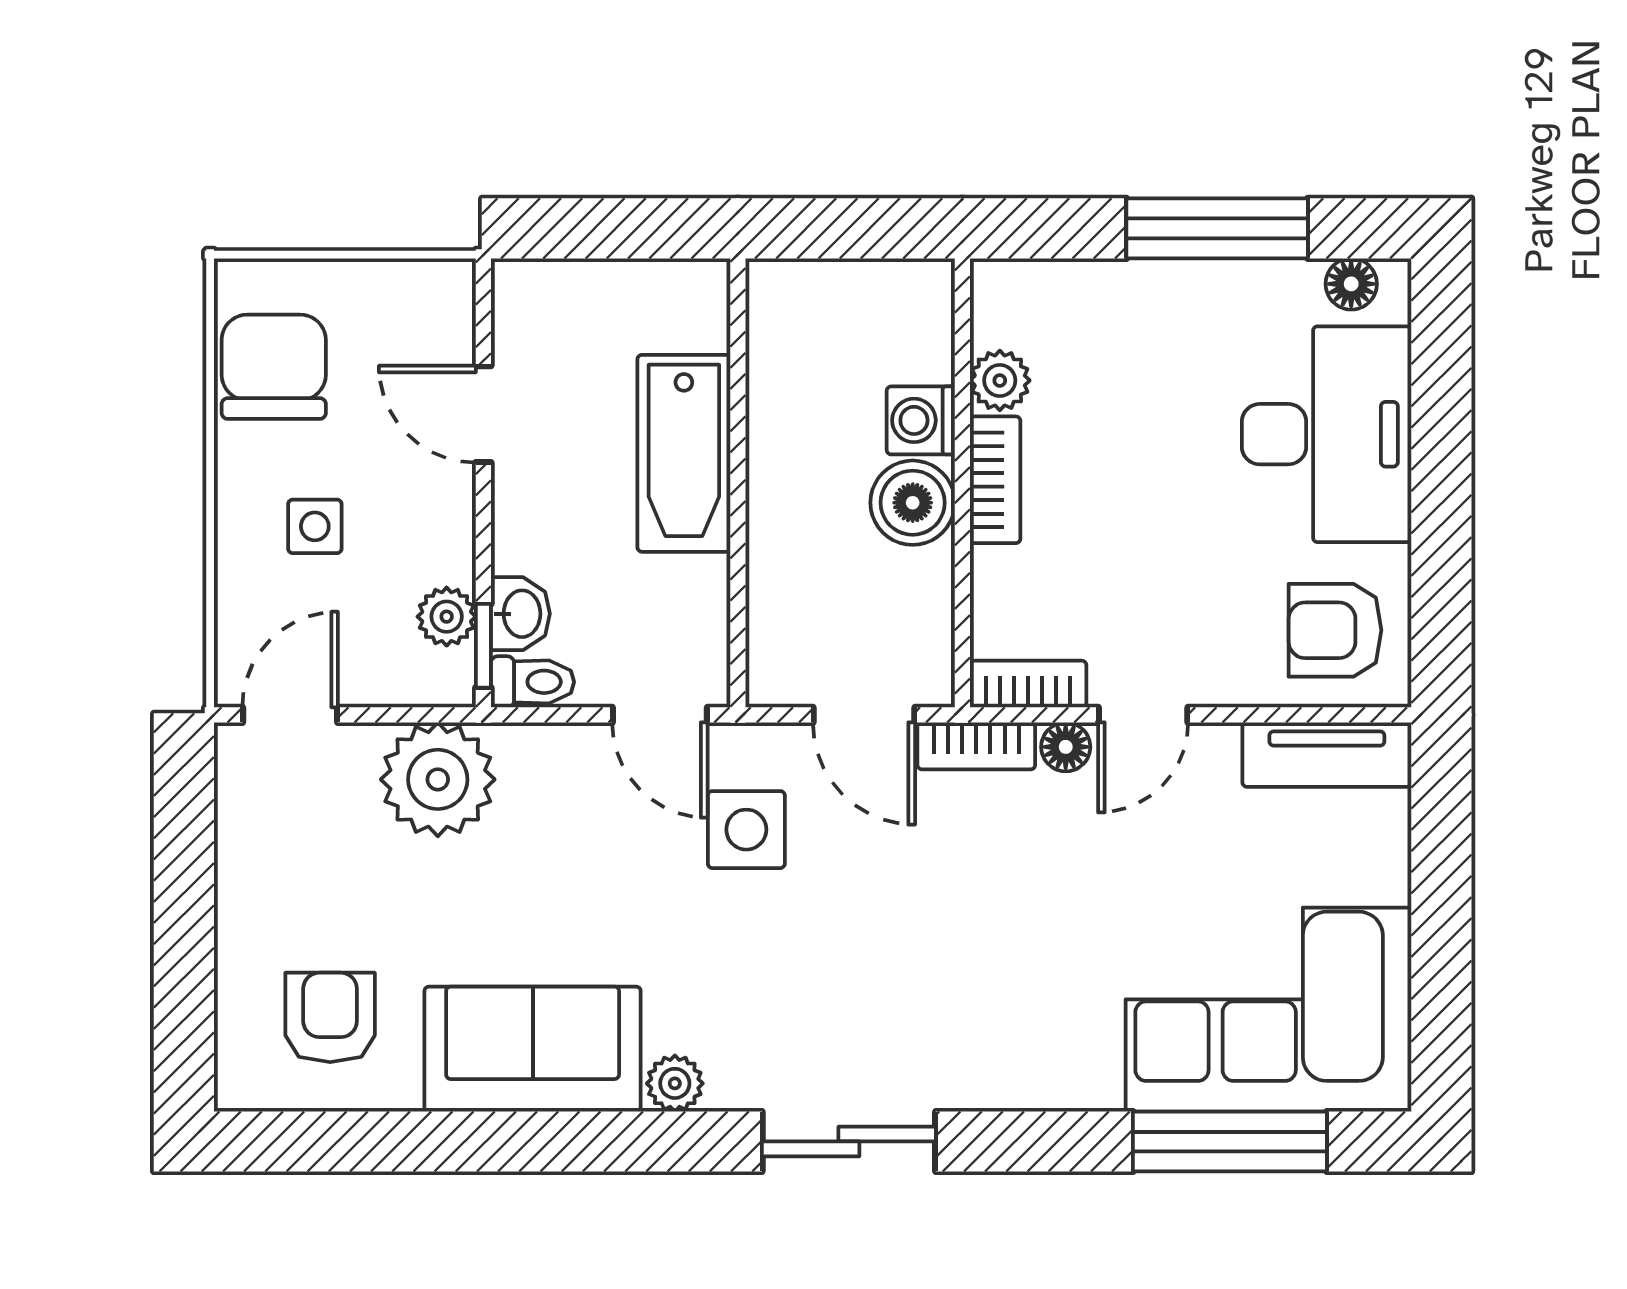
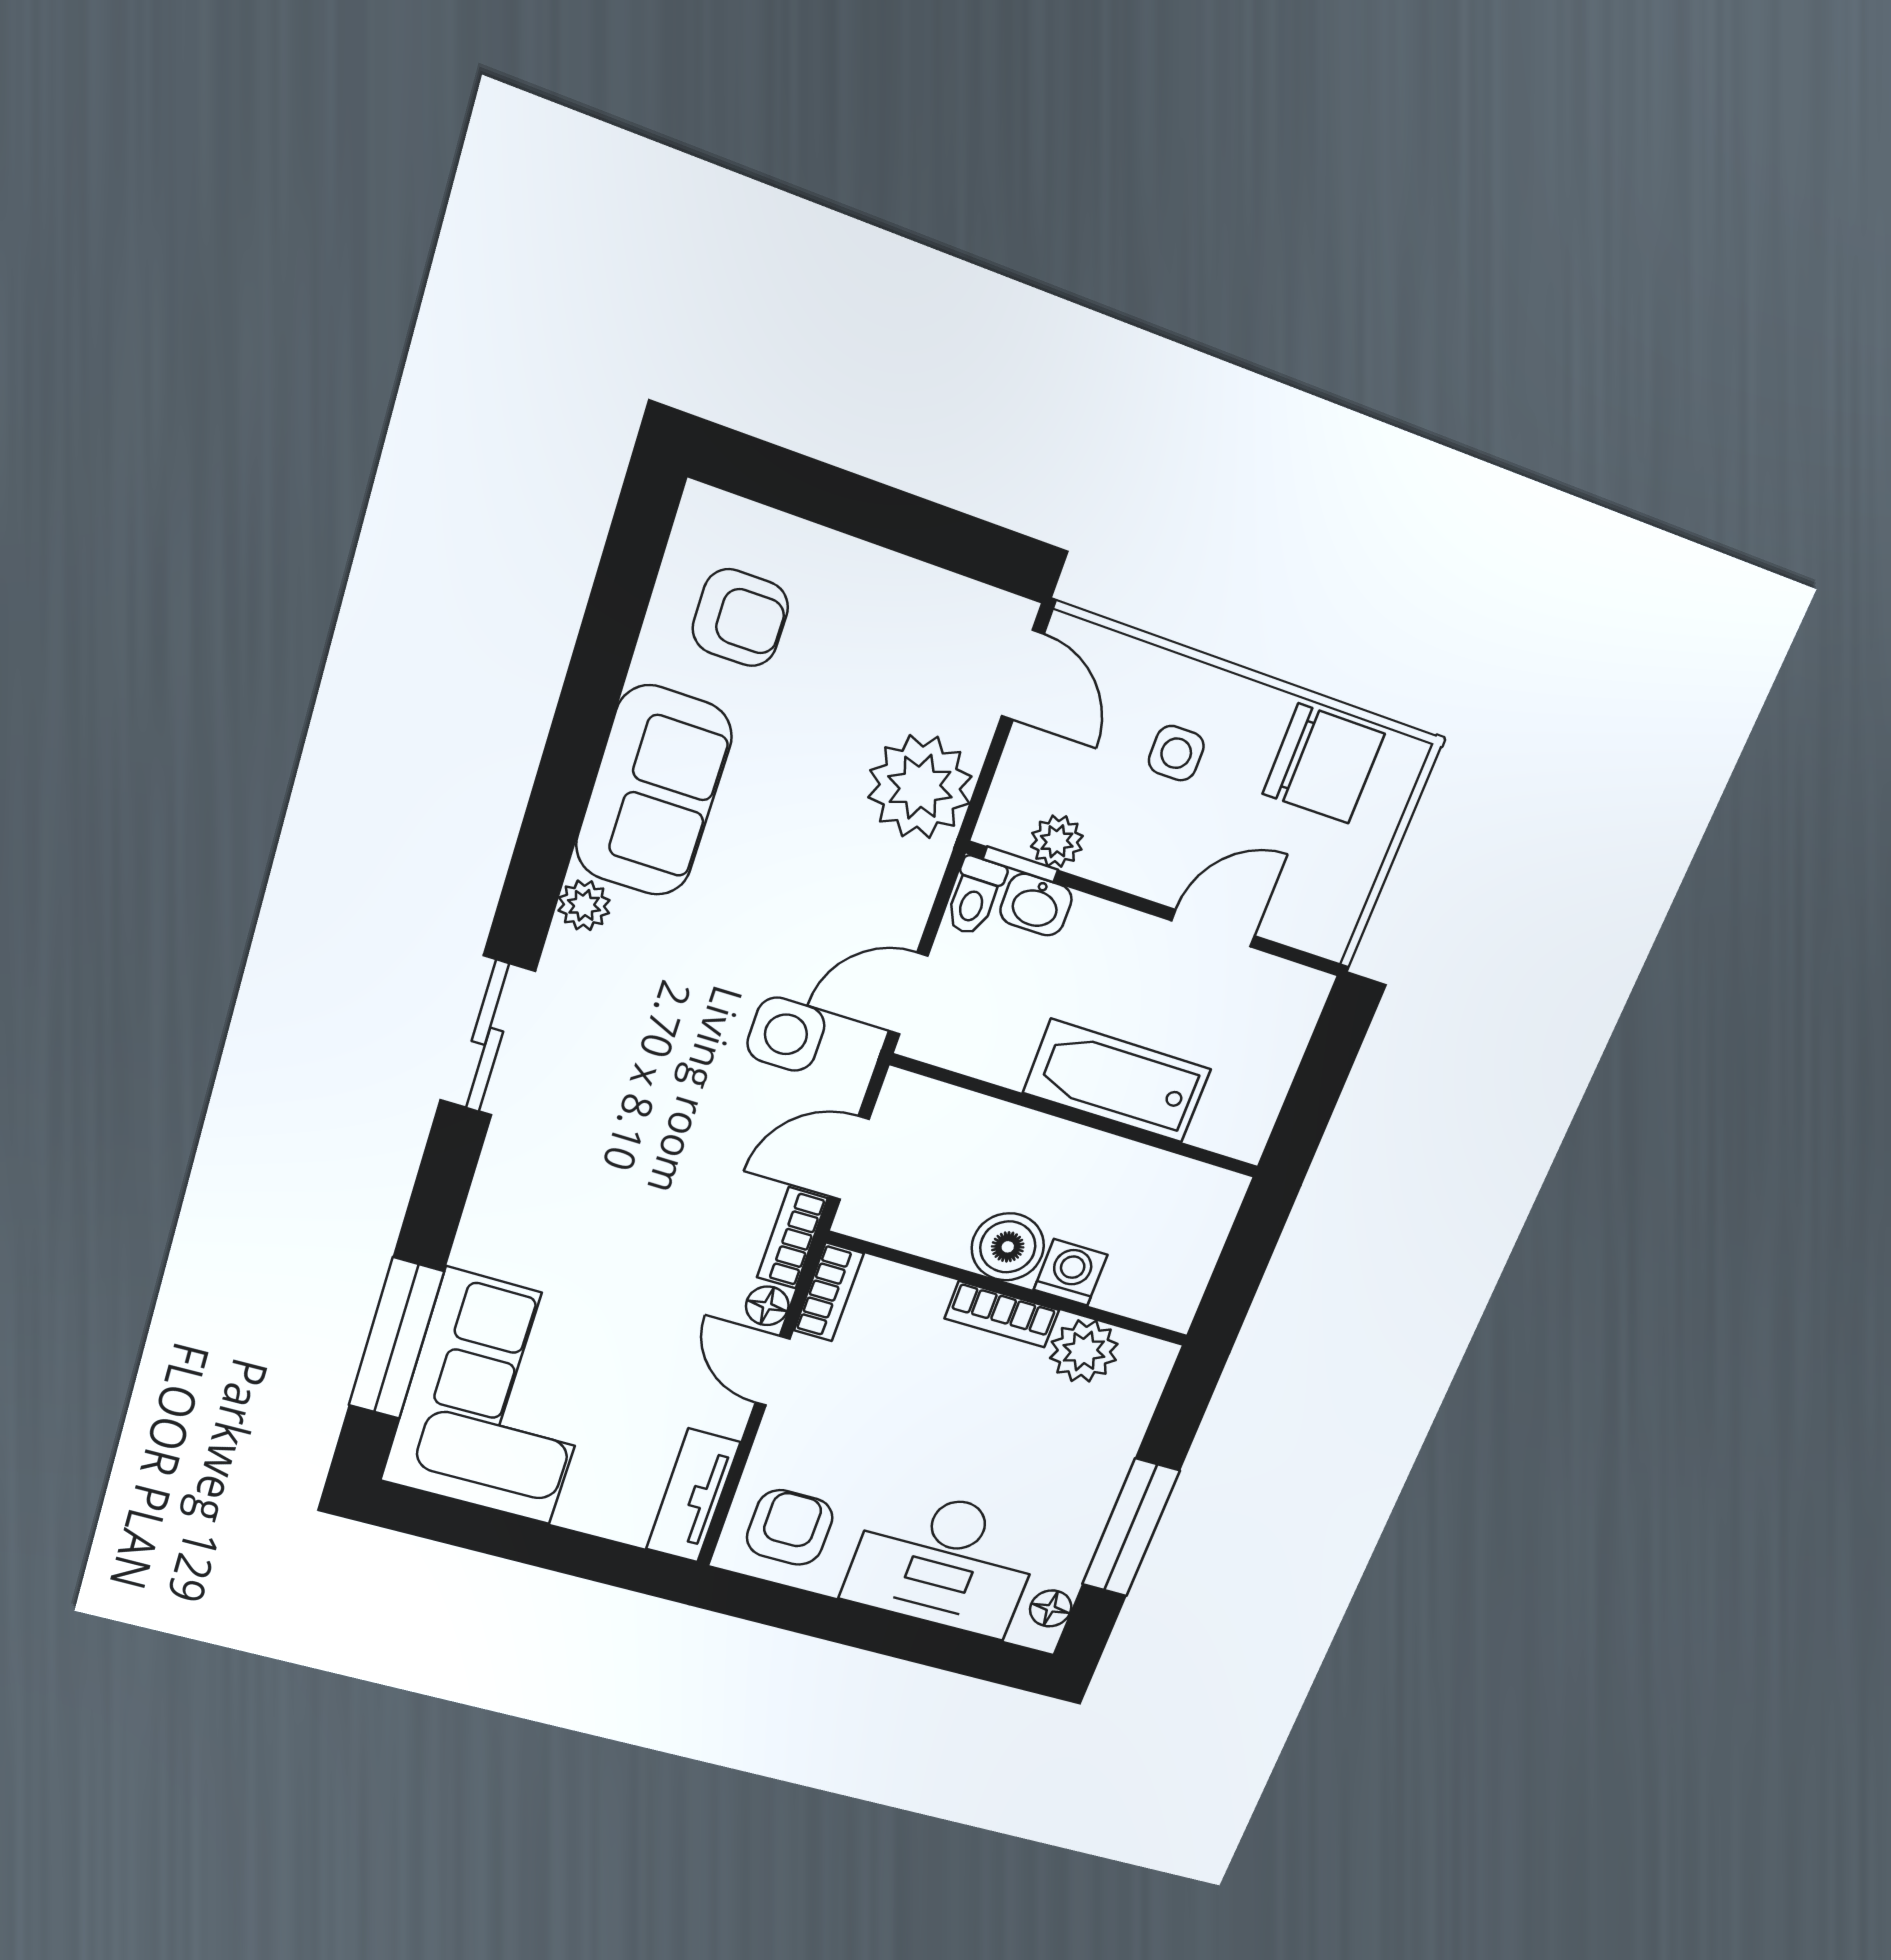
plant: (1000, 380) -> (1084, 1351), width x1.38, depth x1.38

